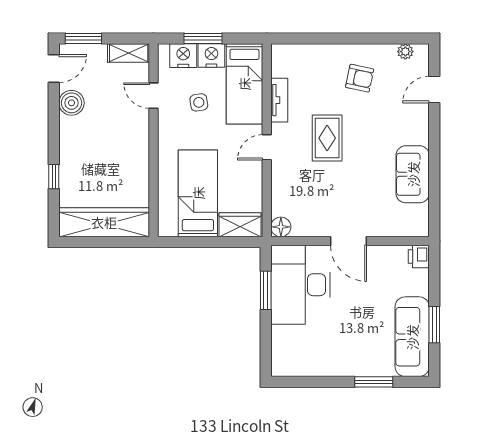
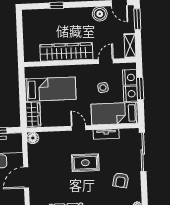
sliding door: (313, 38) -> (143, 152), added
wardrobe: (104, 222) -> (66, 52), moved, turned -90

